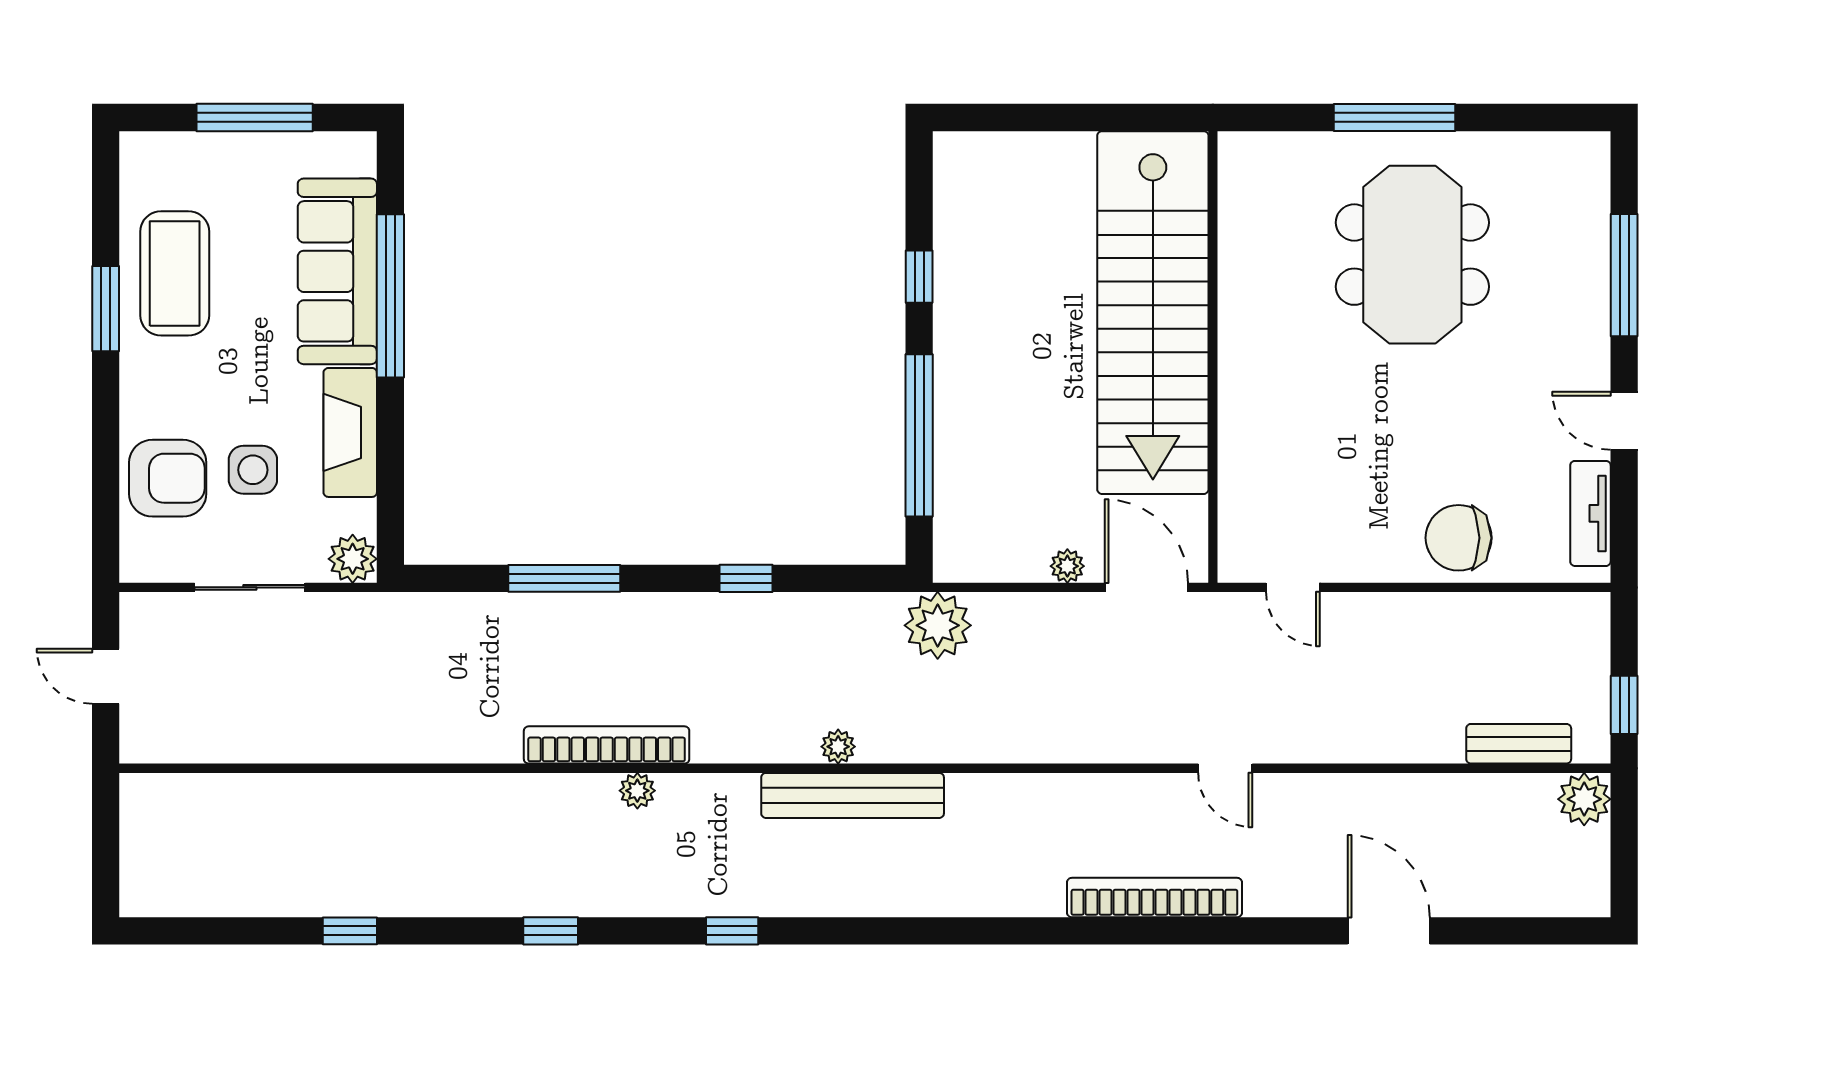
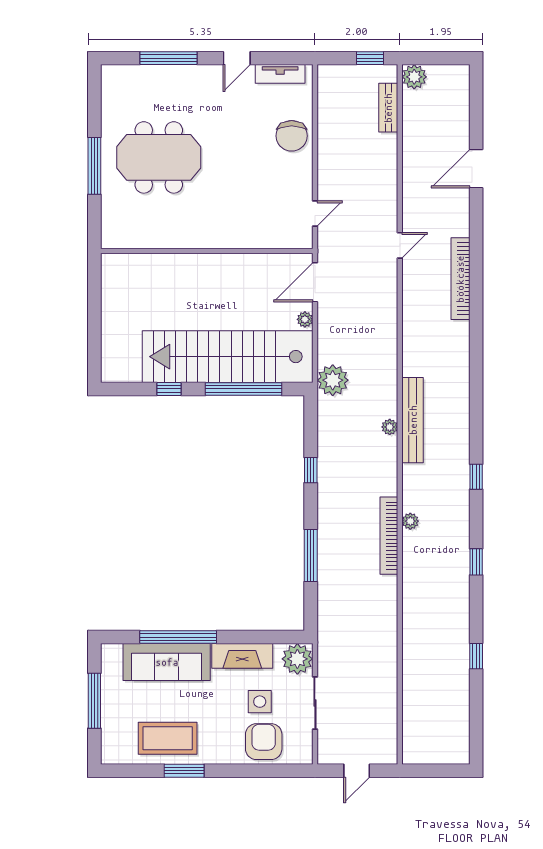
stairs: (1153, 313) -> (228, 357), moved, turned 180
plant: (353, 559) -> (297, 659), width x1.36, depth x1.36

